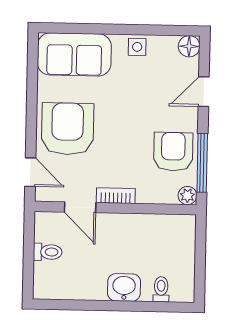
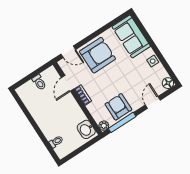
door: (204, 92) -> (153, 102), hinge flipped
armchair: (173, 152) -> (118, 107), turned -90
door: (30, 172) -> (68, 52), hinge flipped
washbasin: (124, 287) -> (86, 129), moved, turned 180

